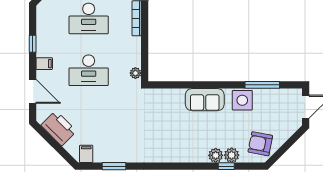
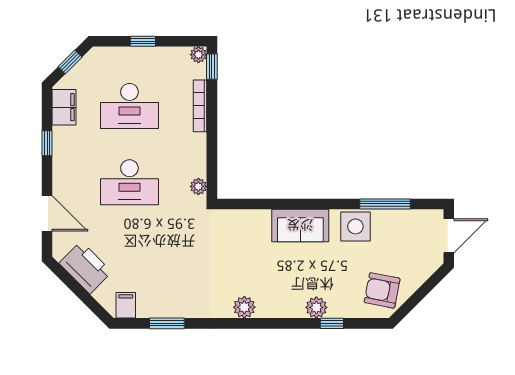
filing cabinet: (44, 64) -> (64, 107), moved, width x2.00
plant: (232, 155) -> (244, 307), moved

